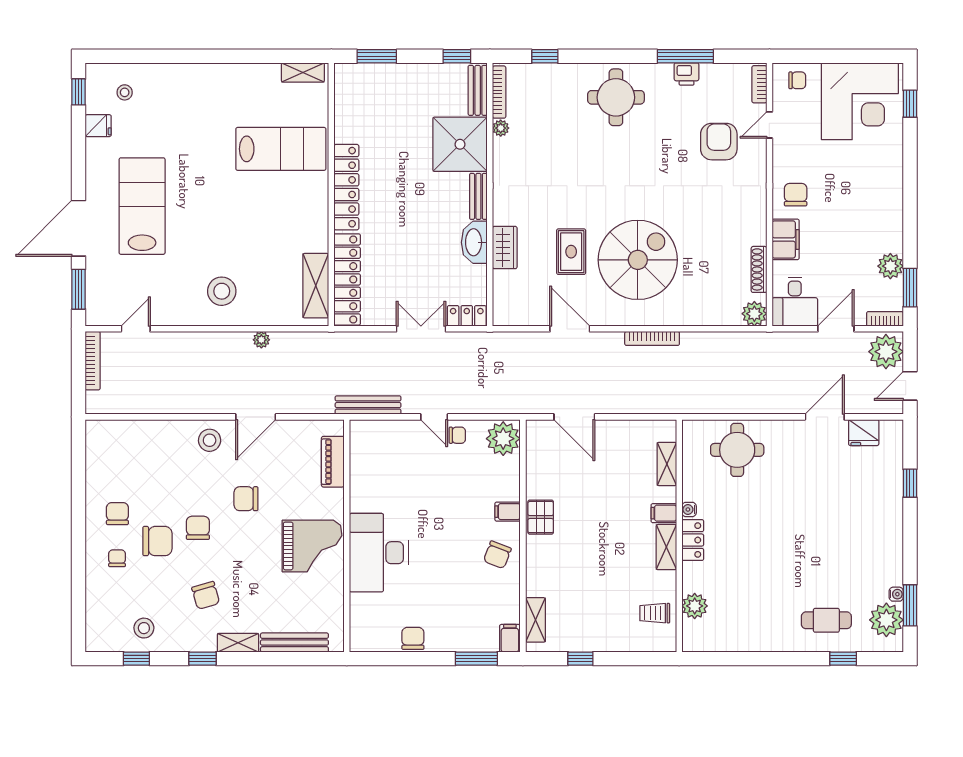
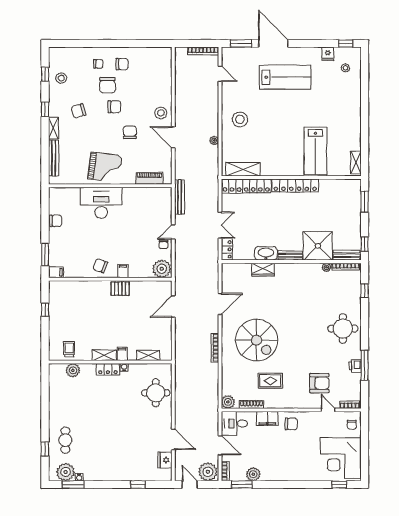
rug: (571, 252) -> (270, 381), moved
grand piano: (312, 546) -> (105, 167), turned -83
shelving: (535, 620) -> (66, 286), removed

